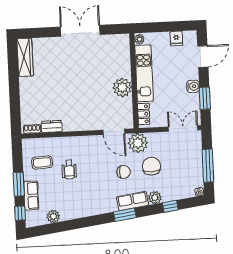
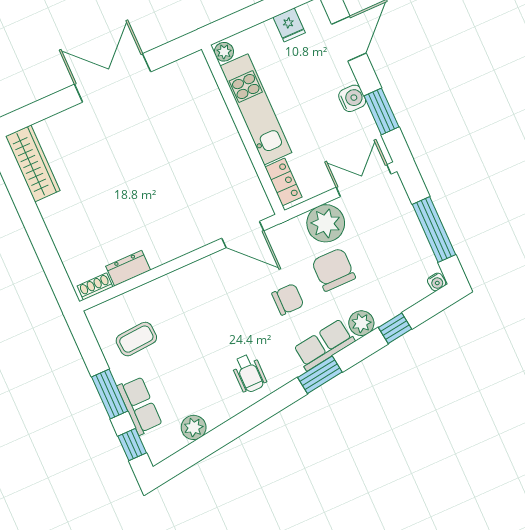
plant: (122, 87) -> (227, 150), removed
plant: (138, 143) -> (326, 223), moved
wheelchair: (69, 170) -> (249, 373), moved

